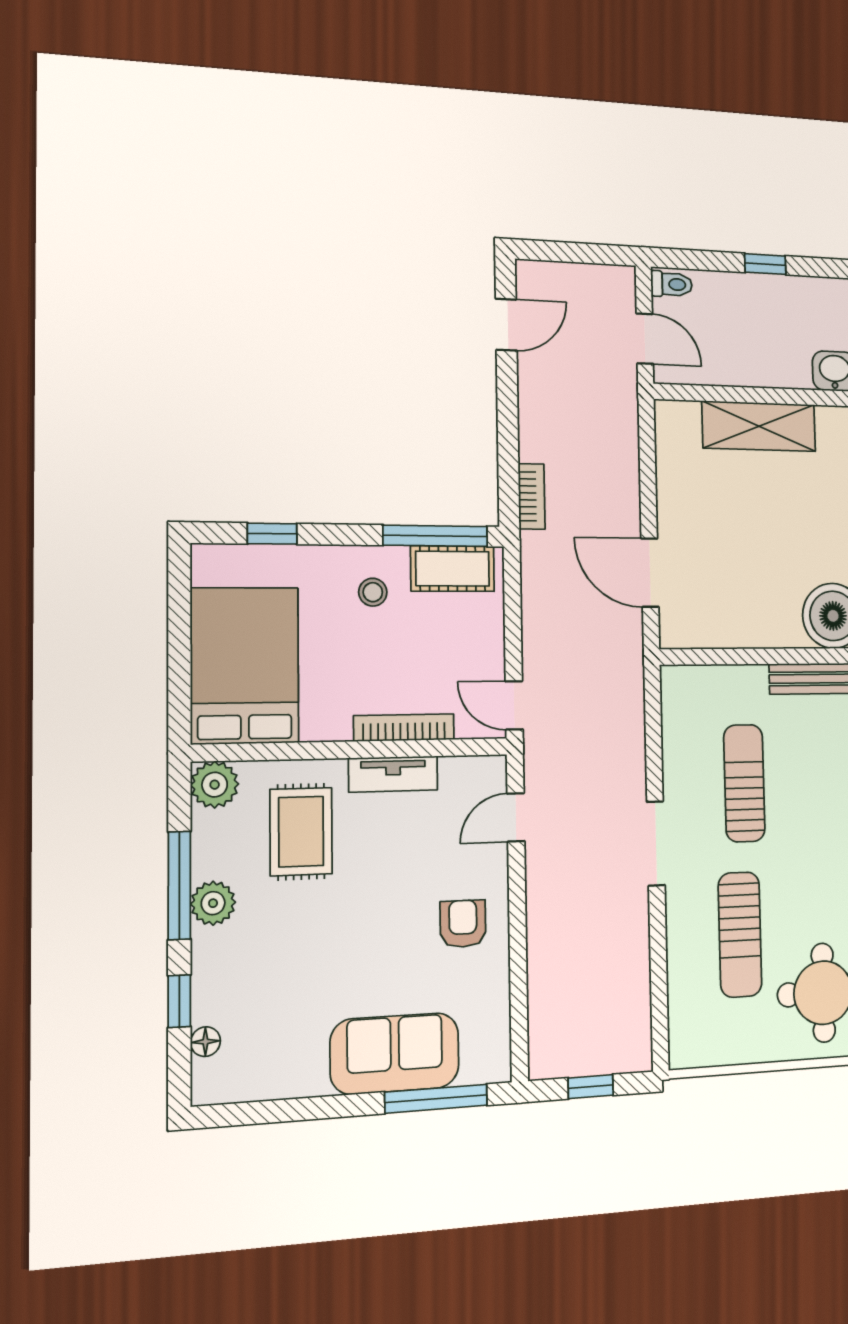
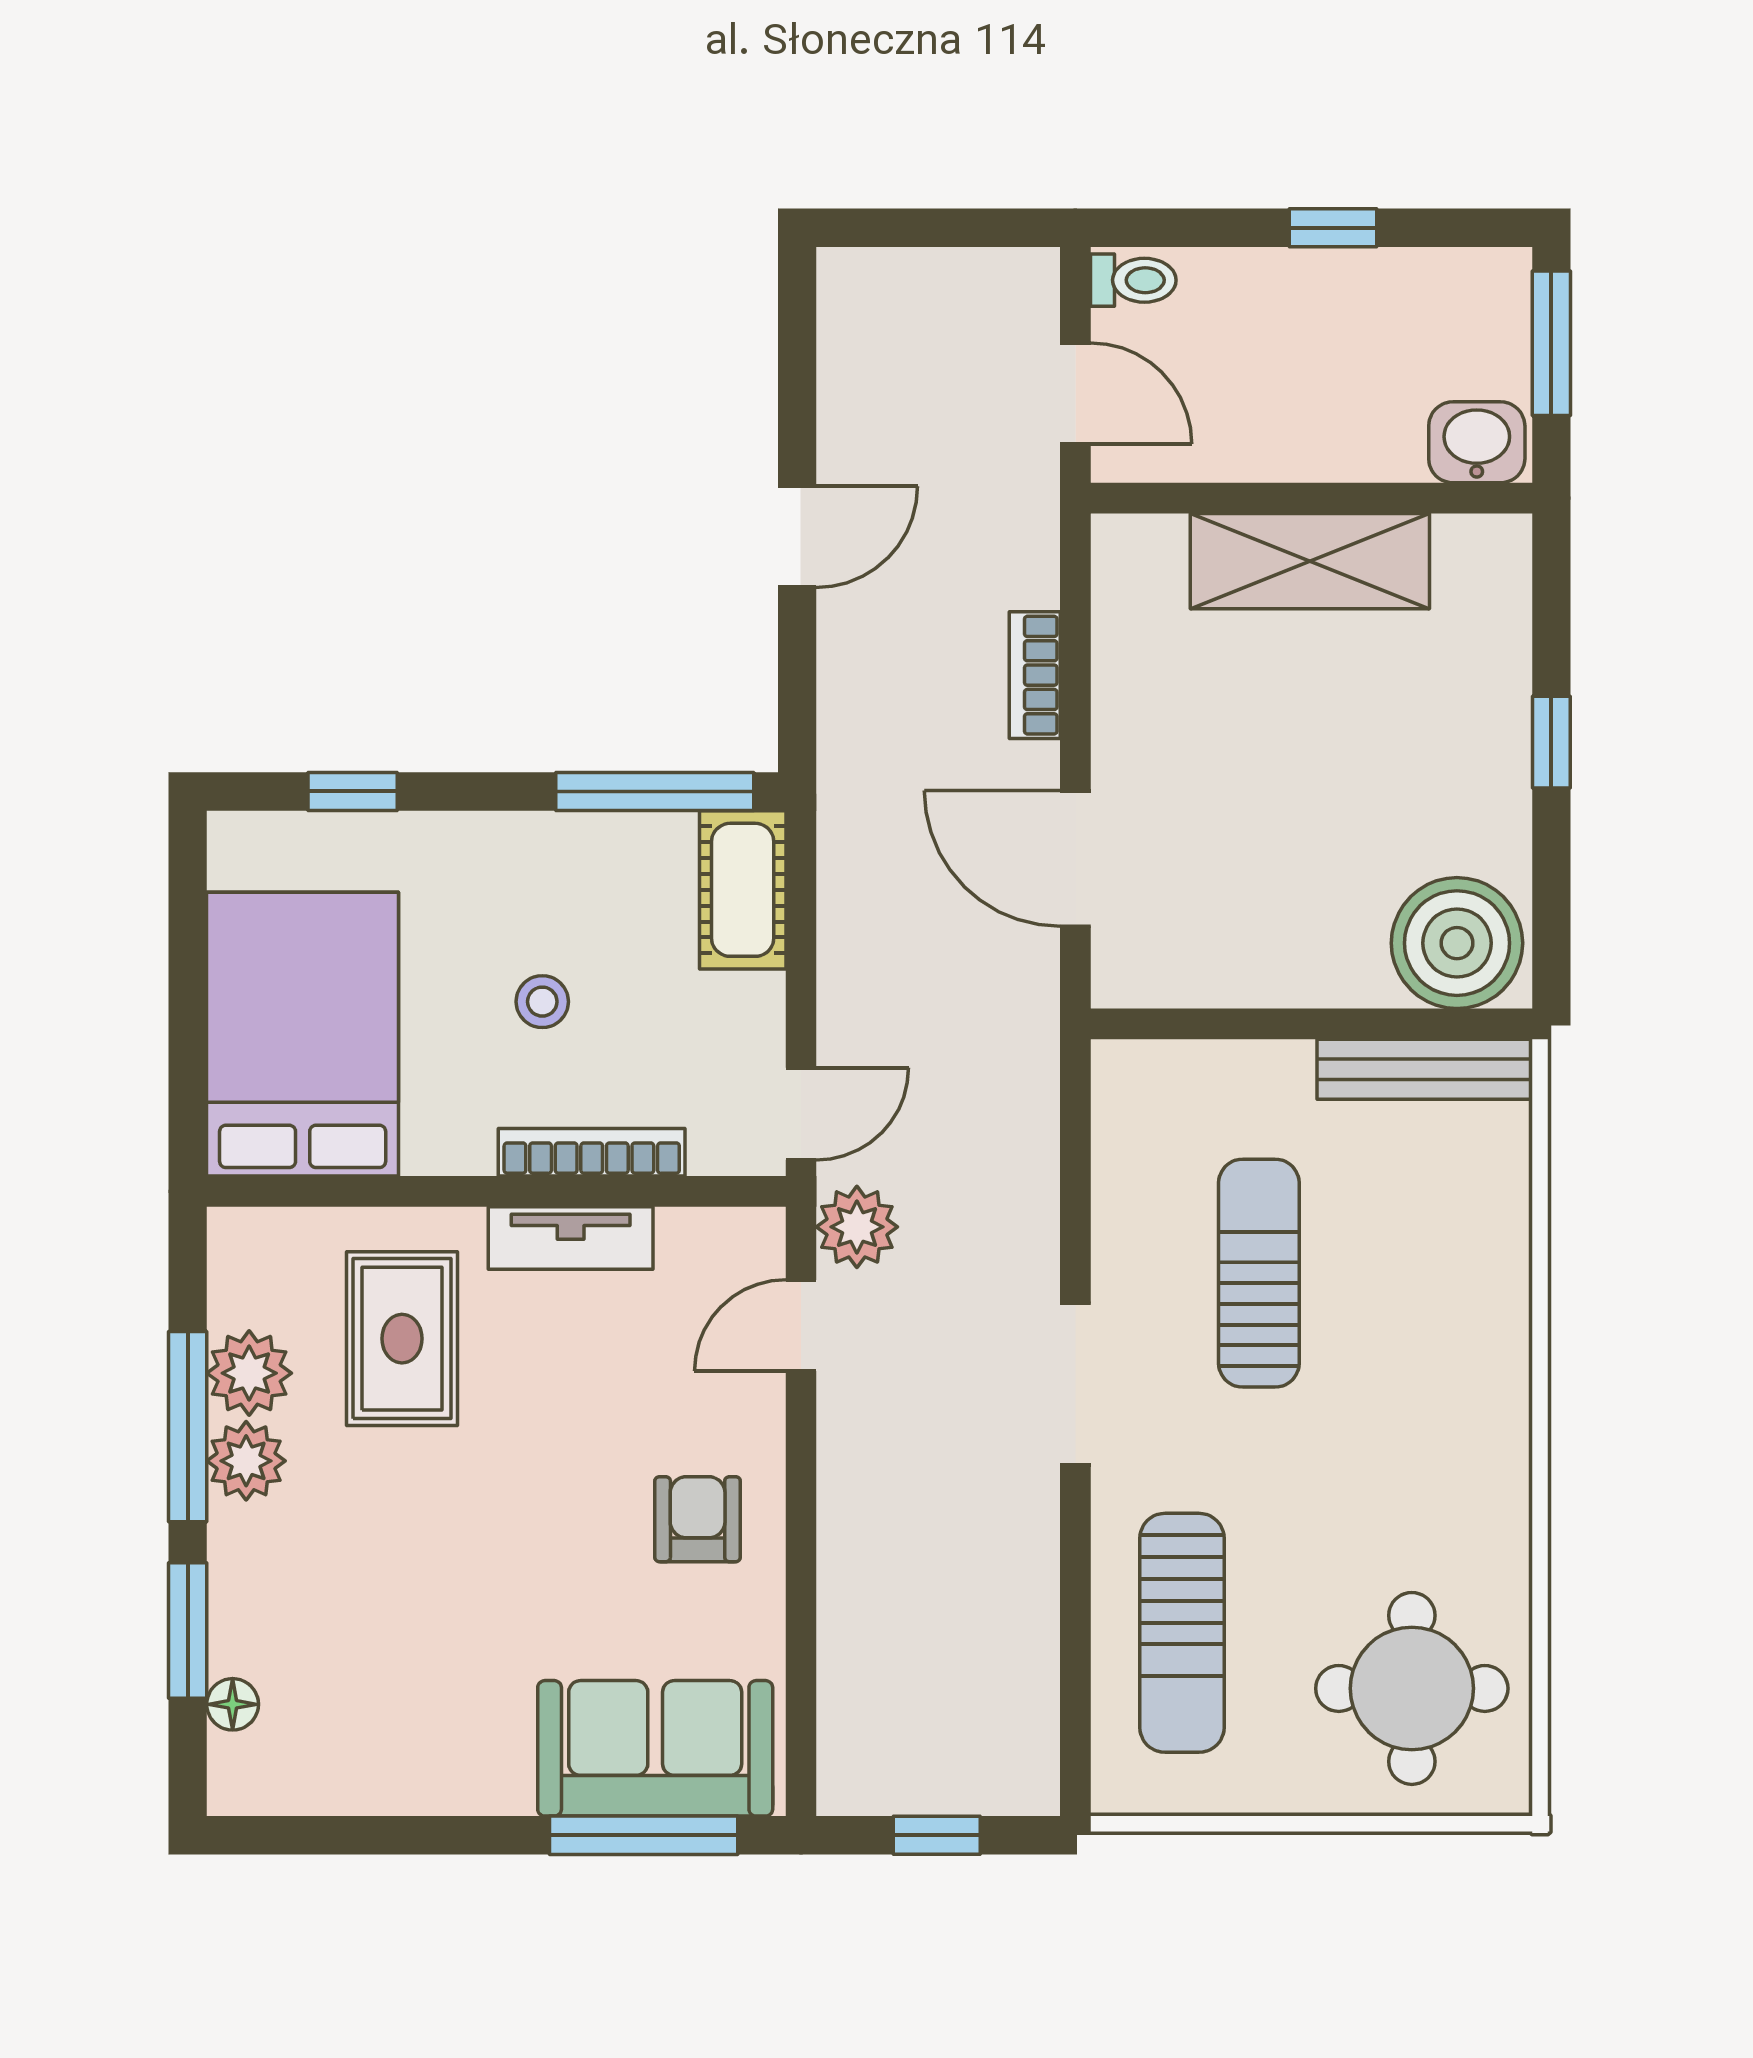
door: (506, 325) -> (797, 537), moved
bookcase: (532, 496) -> (1035, 675), moved, turned 180
cot: (453, 569) -> (743, 890), moved, turned 90
stool: (373, 592) -> (542, 1002), moved
door: (514, 705) -> (801, 1114), swing flipped
plant: (544, 764) -> (857, 1227), added
plant: (215, 785) -> (249, 1373), moved
sun lounger: (740, 934) -> (1182, 1633), moved
window: (179, 1001) -> (188, 1630), width x1.50
sofa: (395, 1054) -> (655, 1748), moved

